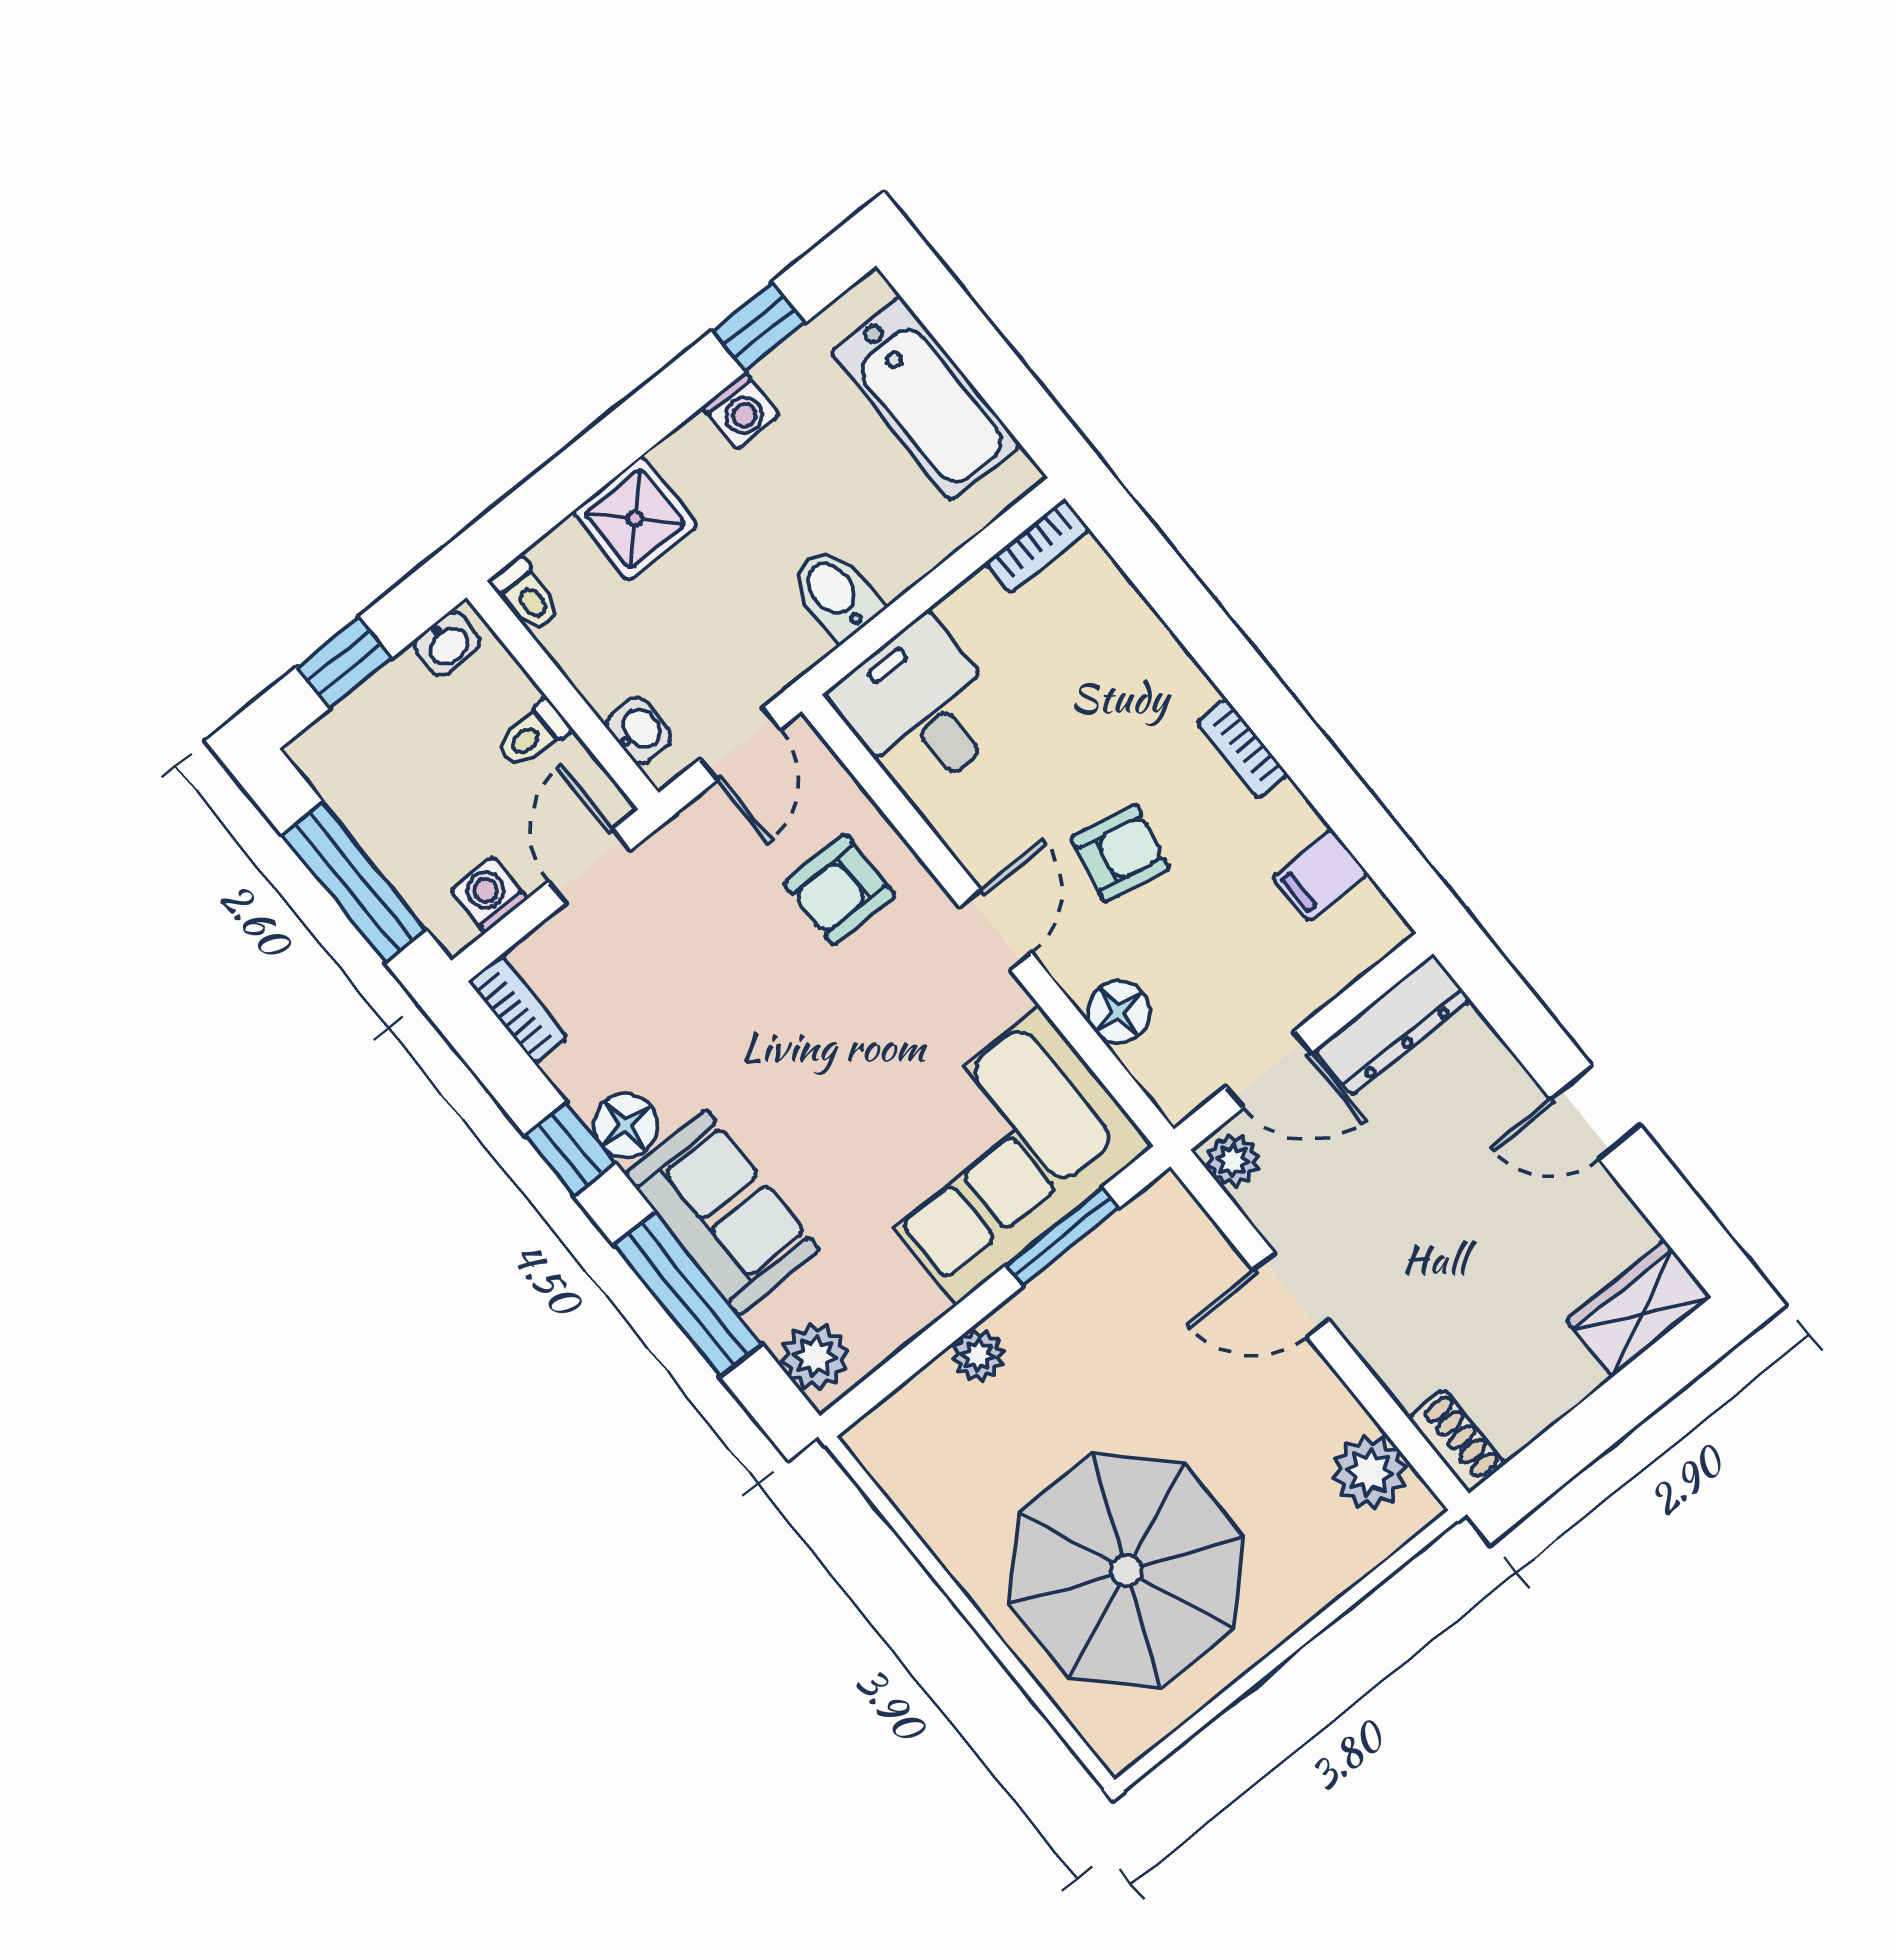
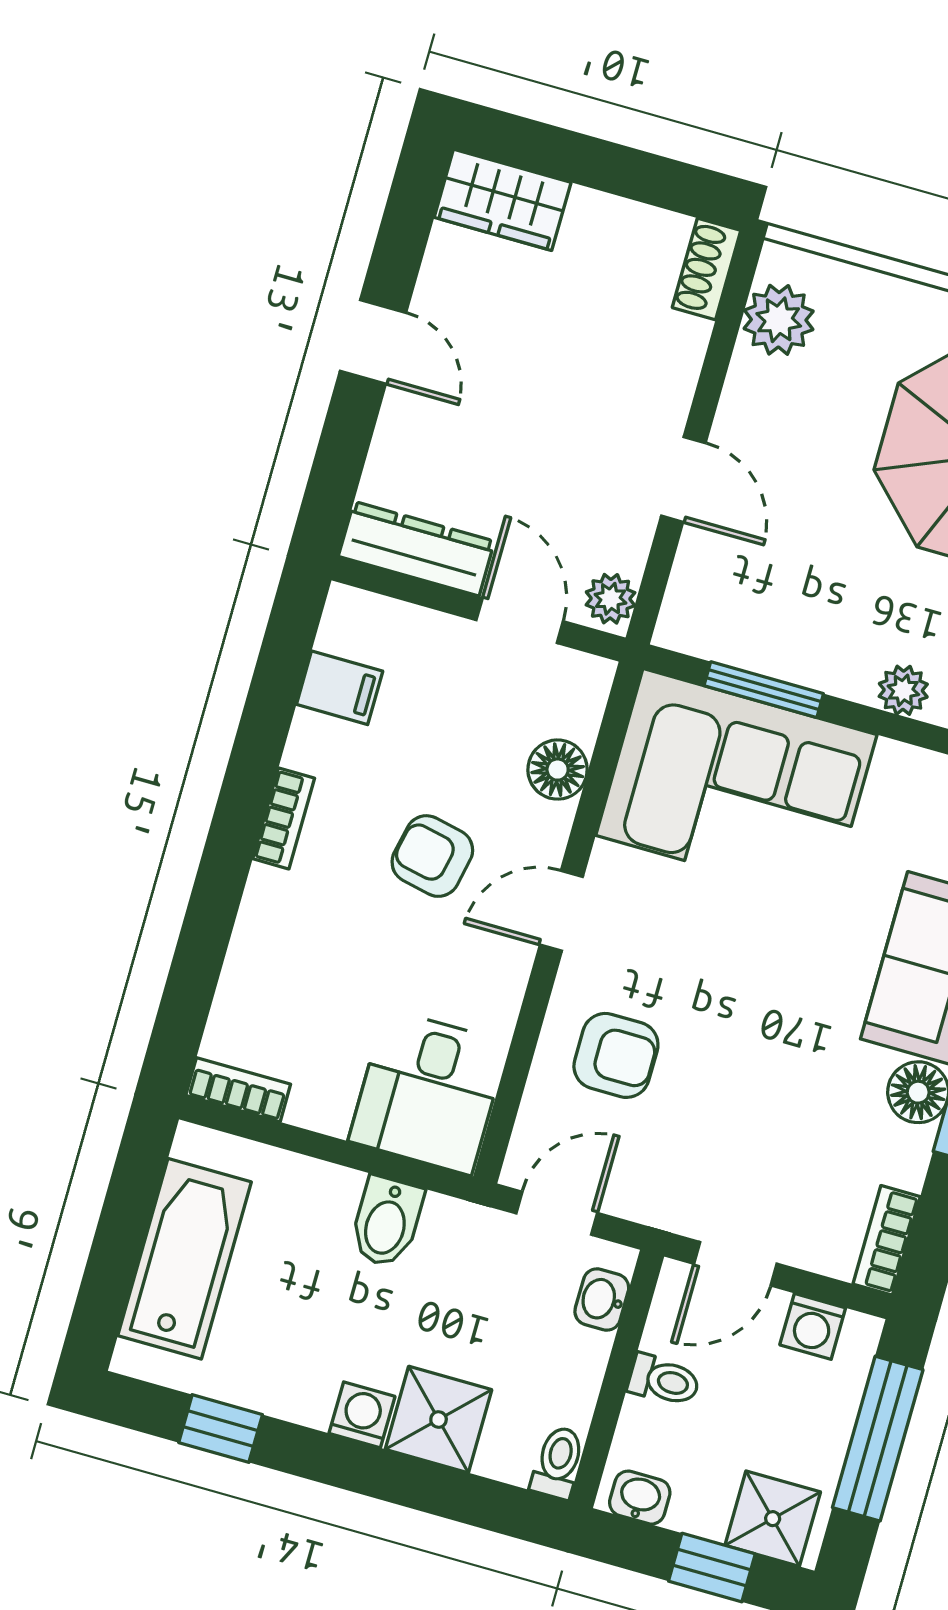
washing machine: (741, 411) -> (362, 1415), moved
shower: (349, 744) -> (773, 1519), added

